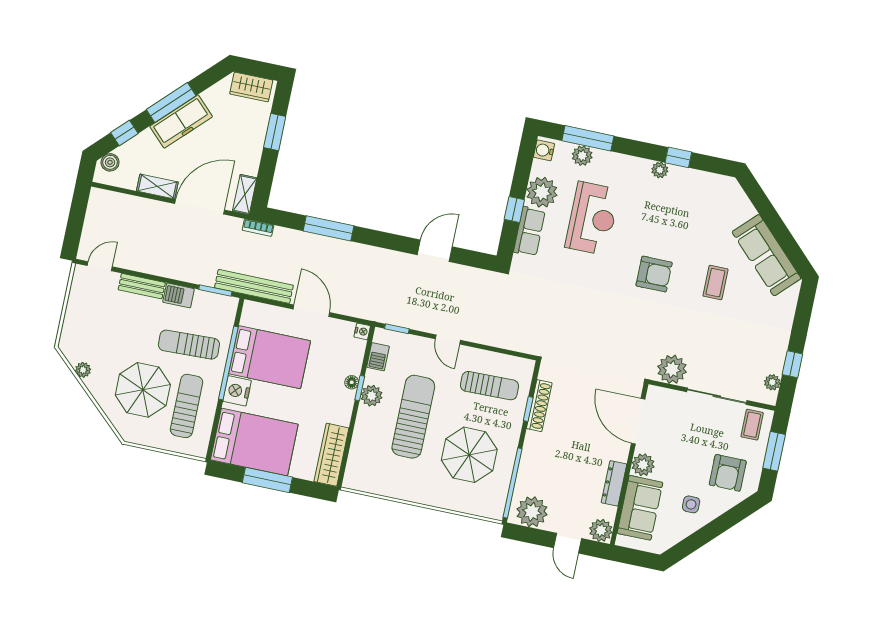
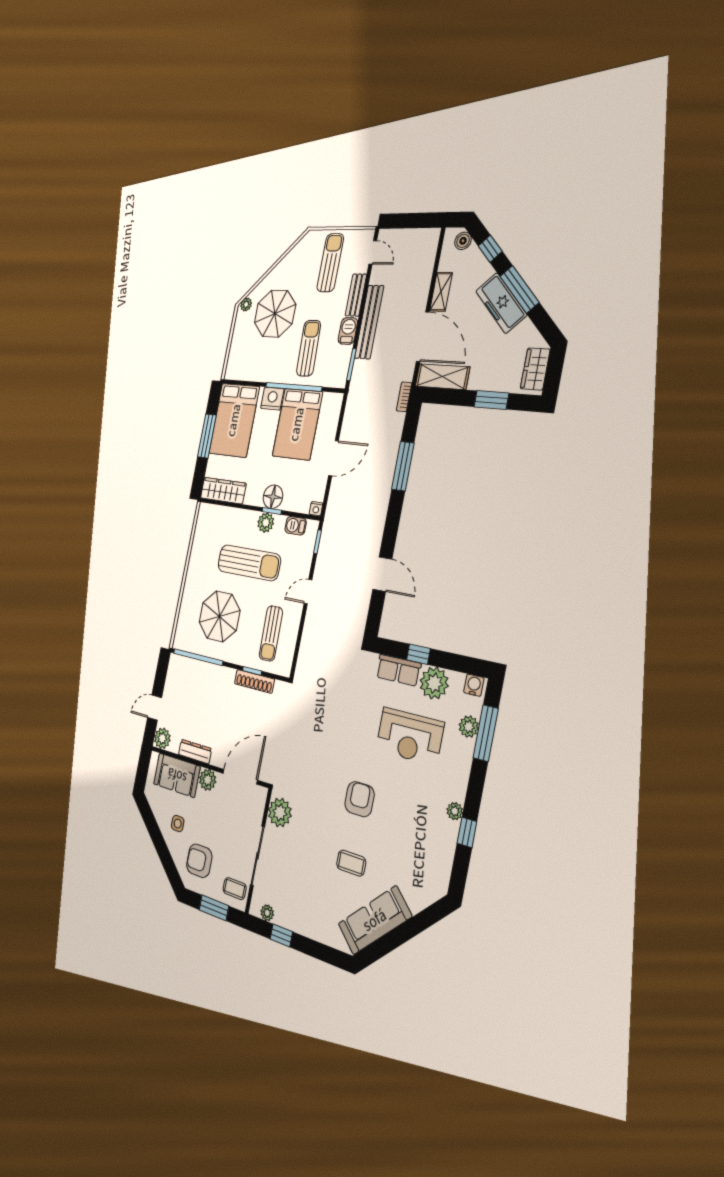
shelving: (245, 195) -> (442, 377), width x1.50, depth x1.33
armchair: (654, 274) -> (359, 799), turned 180
bench: (254, 286) -> (369, 322), moved
plant: (83, 370) -> (246, 304), moved
floor lamp: (352, 382) -> (273, 497), width x1.89, depth x1.89
sun lounger: (187, 406) -> (330, 263), moved, turned -90
plant: (532, 512) -> (177, 675), removed

